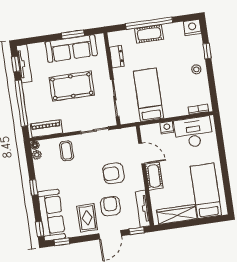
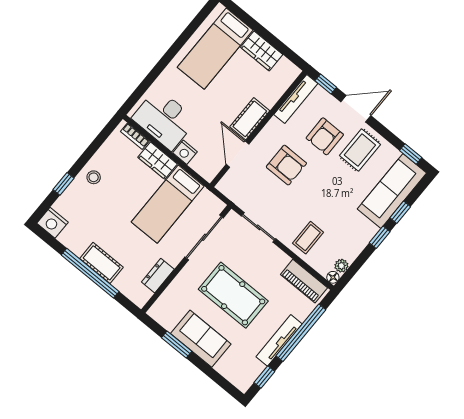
sofa: (71, 48) -> (201, 339), width x0.73
tv unit: (24, 64) -> (279, 340), moved
wardrobe: (175, 110) -> (158, 161), added
wardrobe: (177, 214) -> (262, 51), width x0.67
window: (40, 229) -> (400, 212), moved

